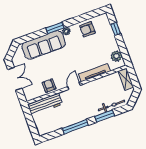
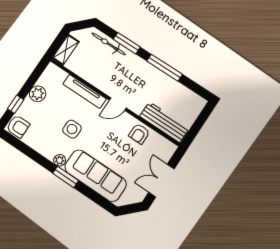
armchair: (87, 29) -> (18, 126), moved
side table: (79, 50) -> (72, 129), added
plant: (116, 56) -> (38, 94), moved

